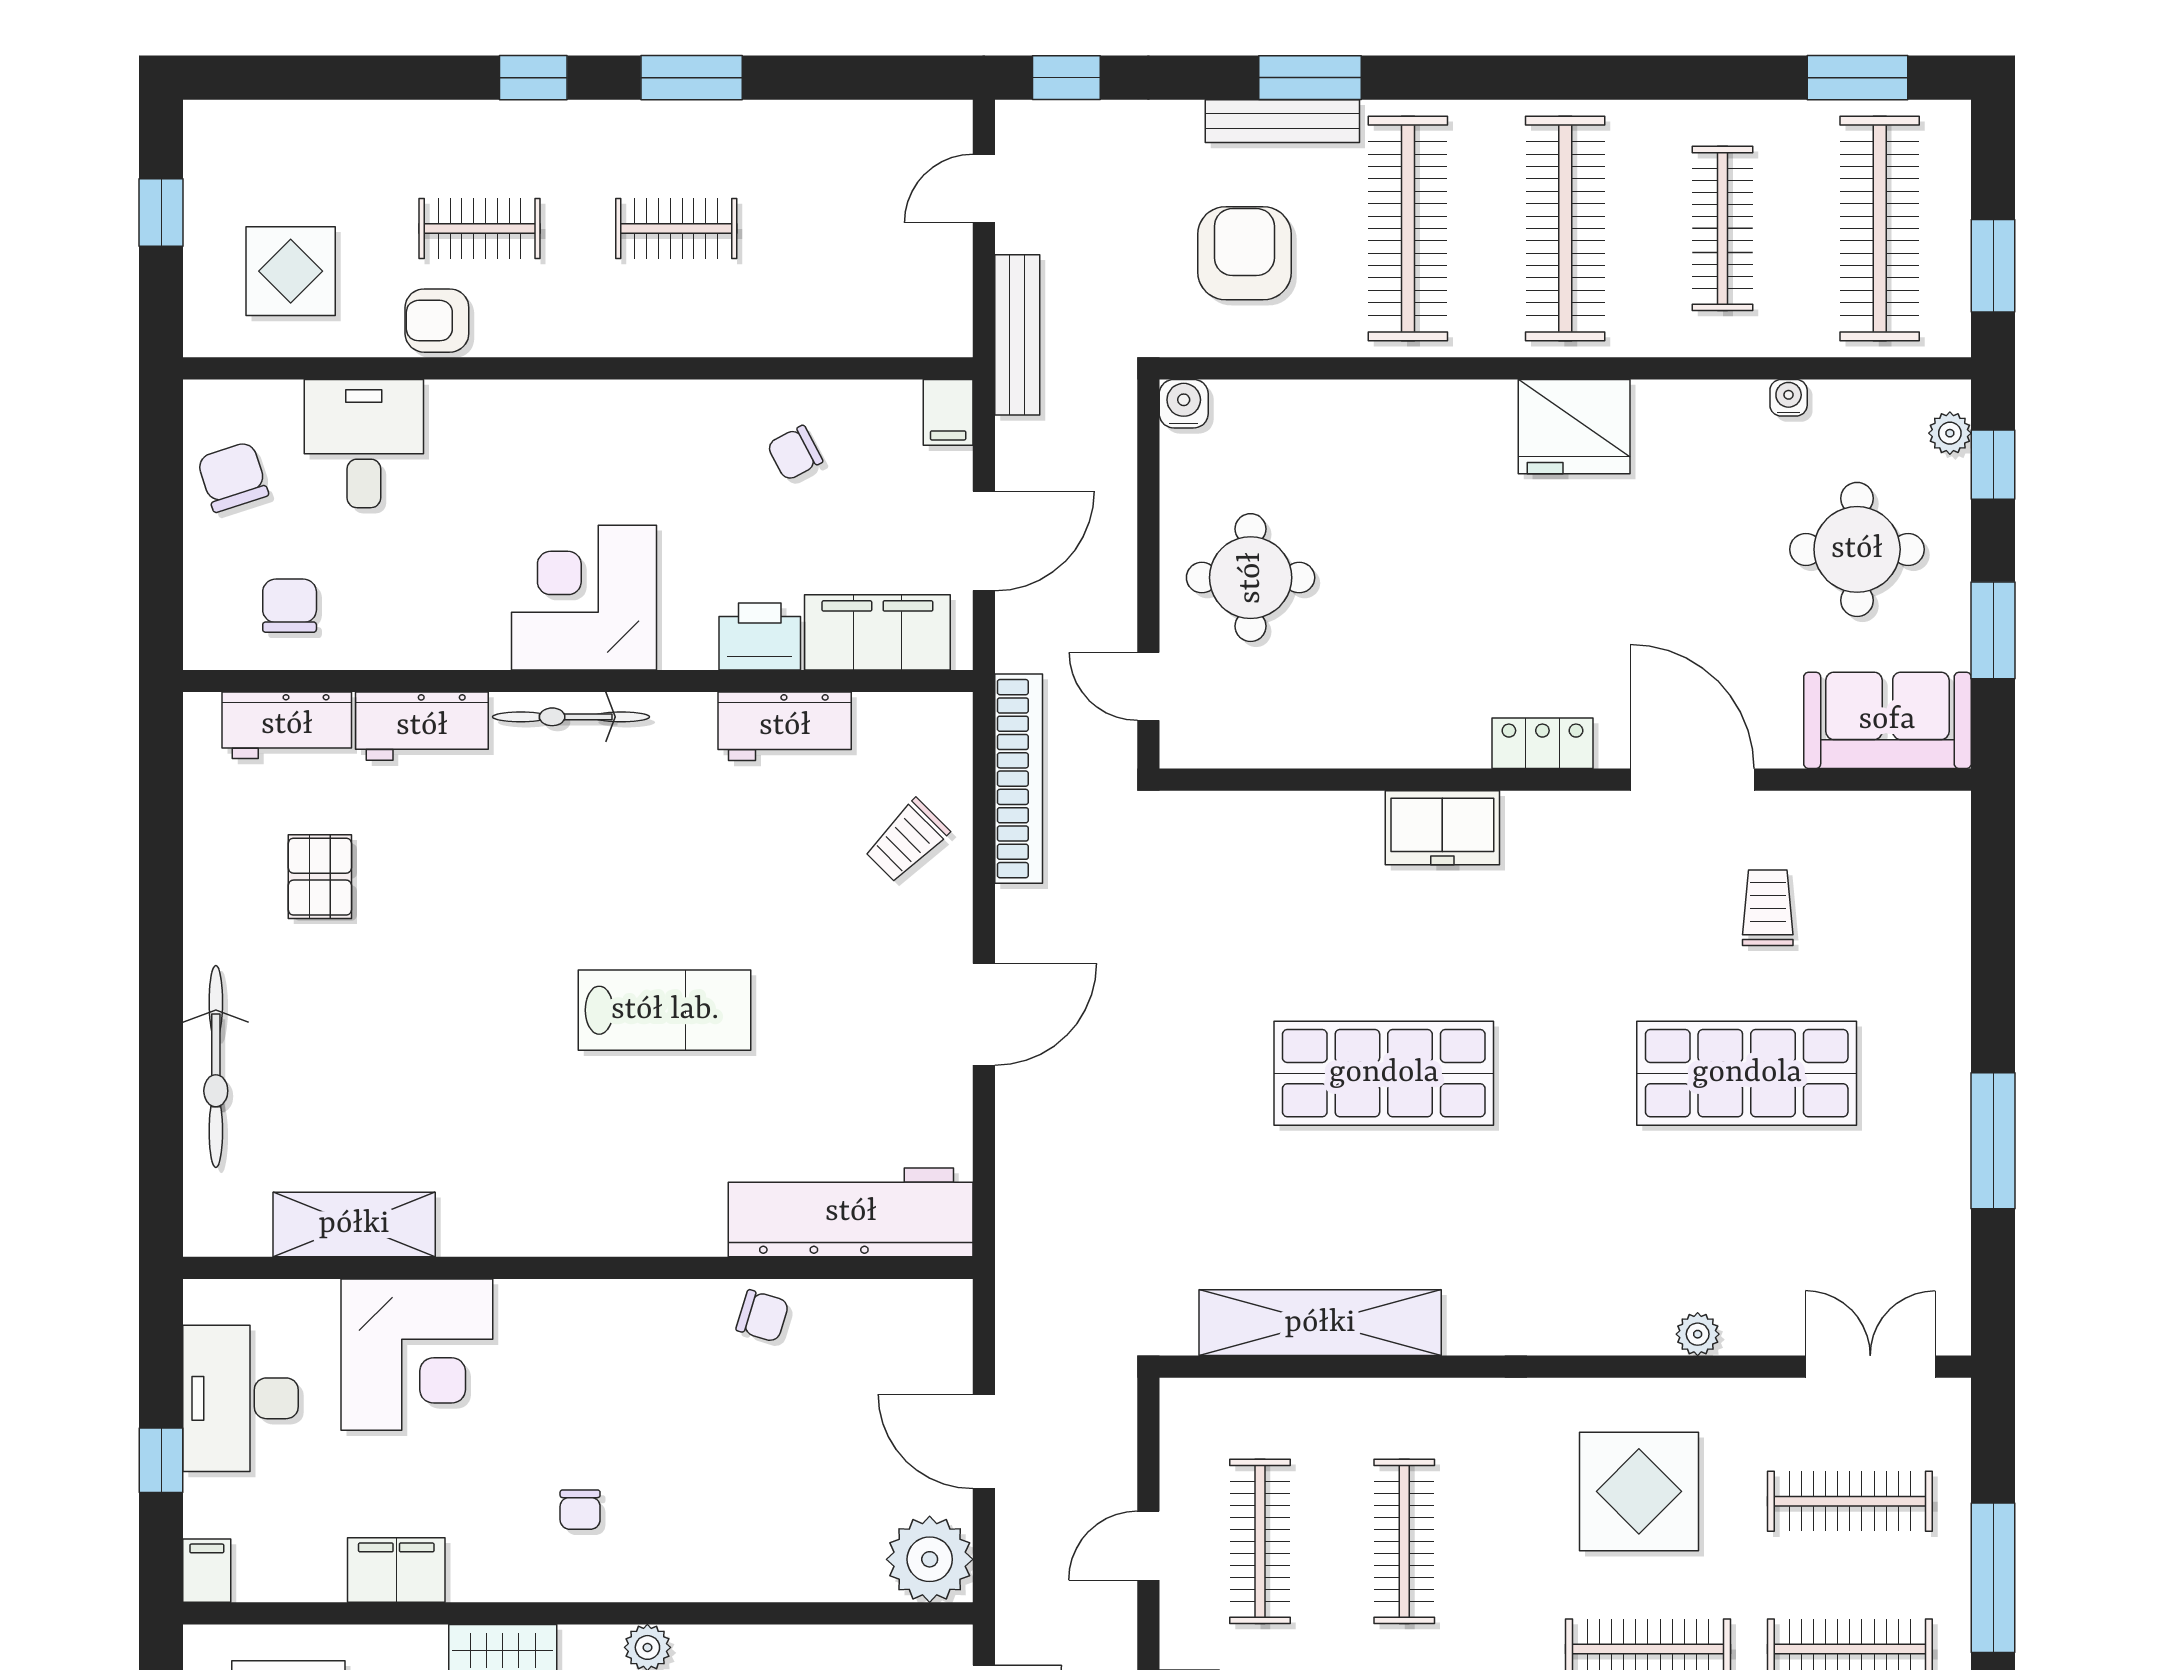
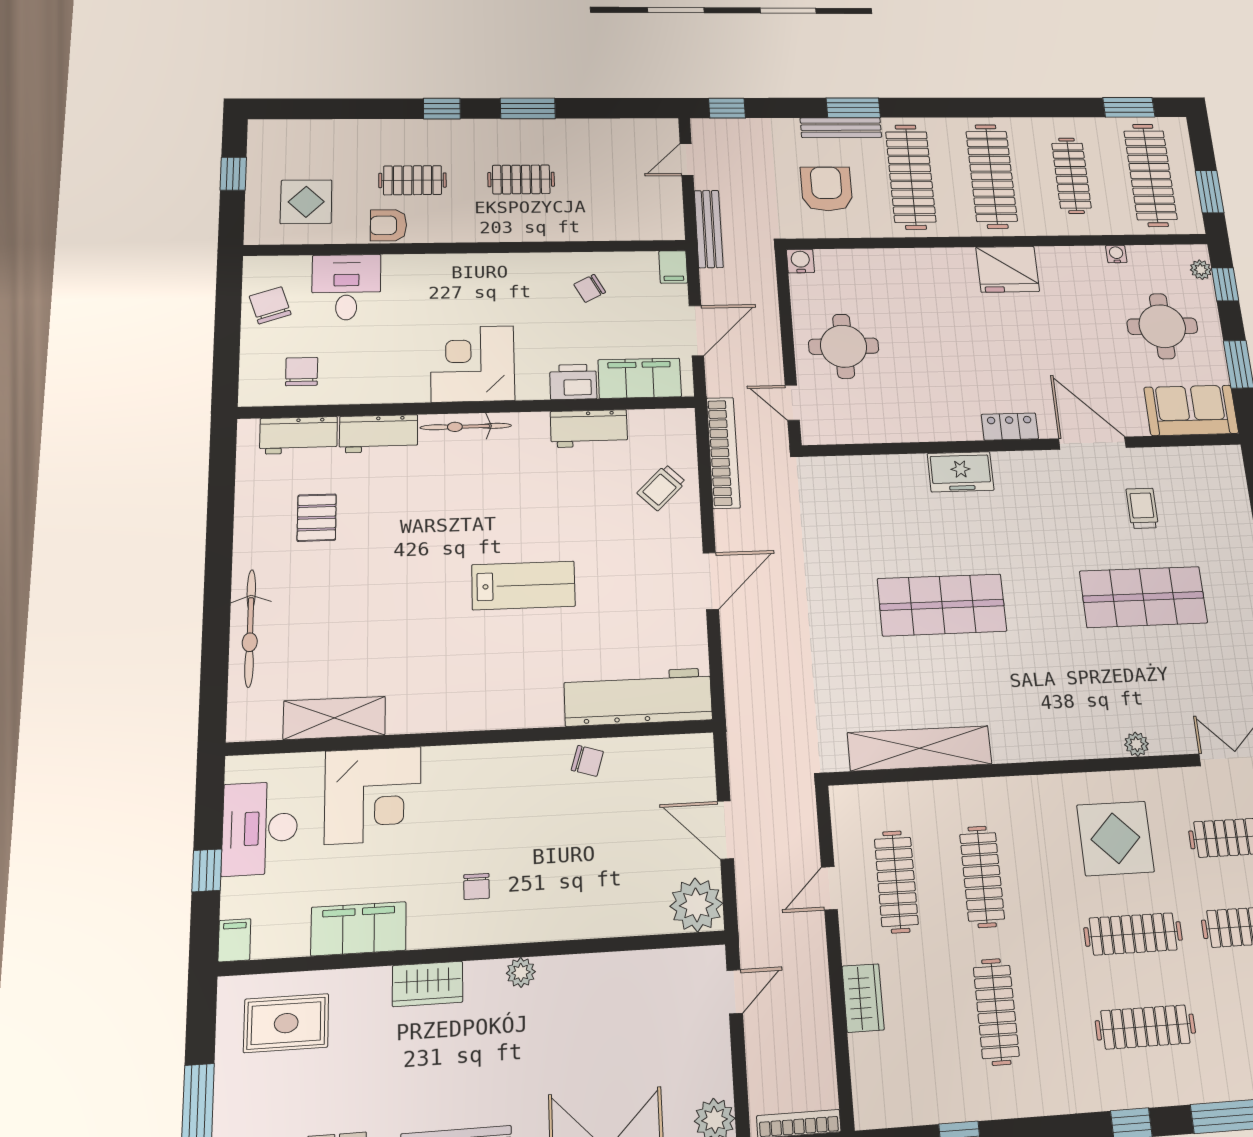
filing cabinet: (396, 1570) -> (359, 929), width x1.50, depth x1.17

